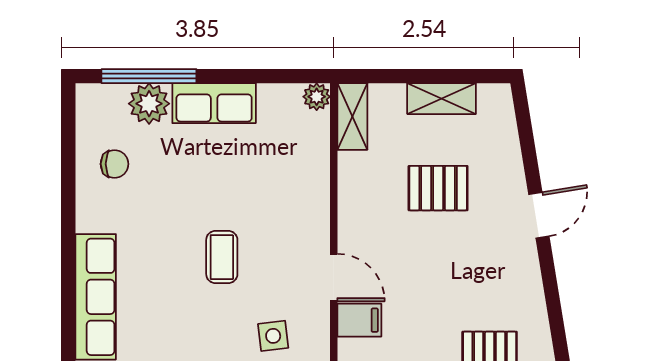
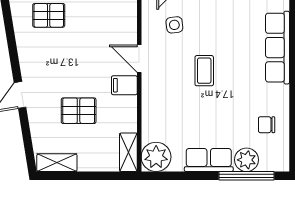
plant: (317, 97) -> (156, 157), width x1.88, depth x1.88
shelving: (442, 99) -> (57, 163), moved
filing cabinet: (359, 320) -> (124, 85), moved

